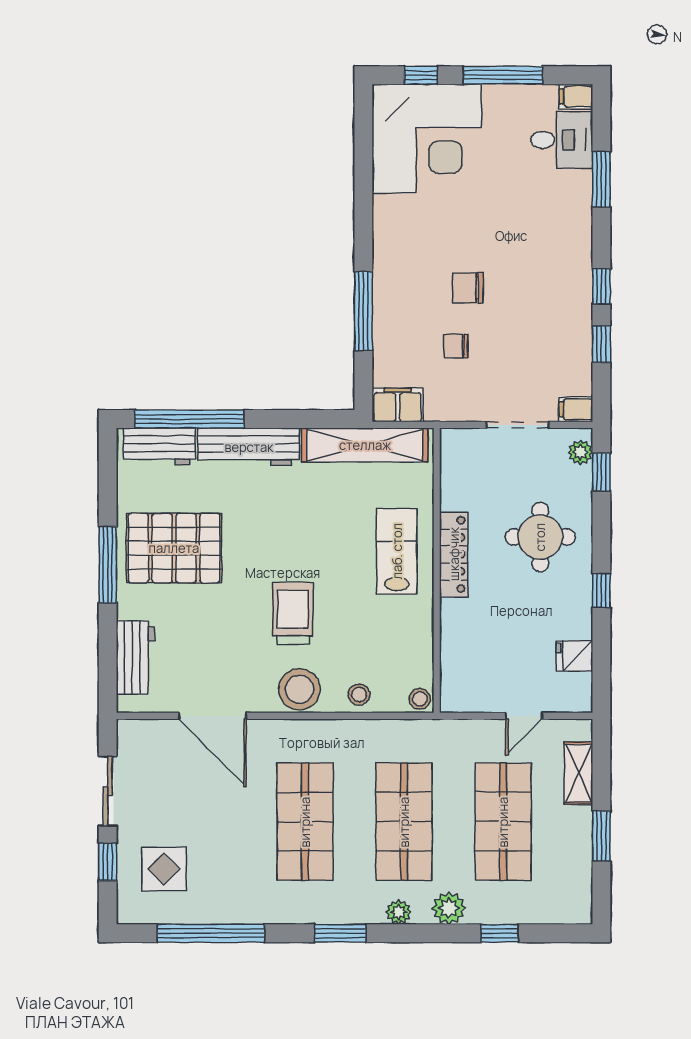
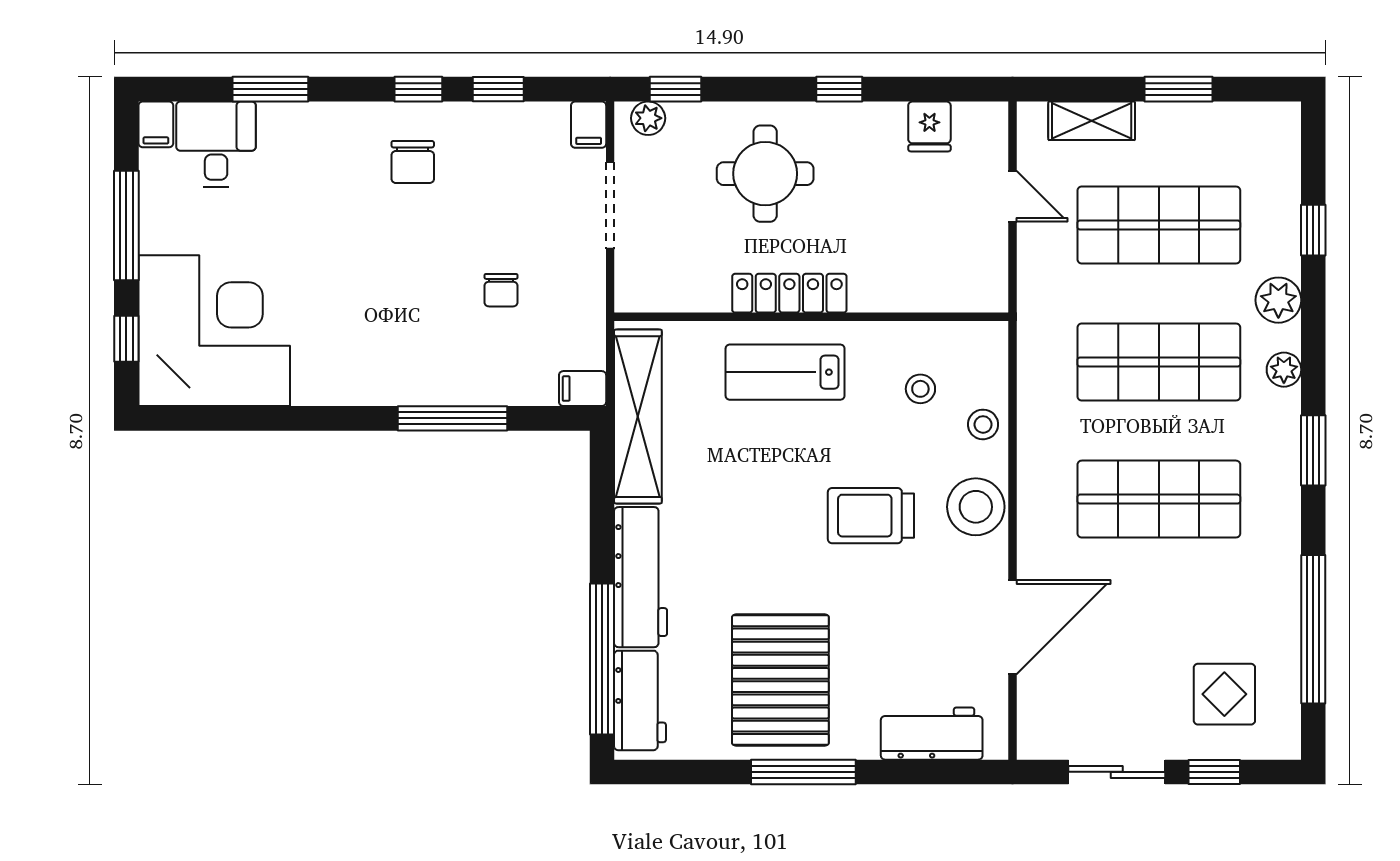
chair: (468, 288) -> (413, 162), moved
filing cabinet: (398, 405) -> (583, 389), width x0.50
stool: (420, 699) -> (920, 389), moved

